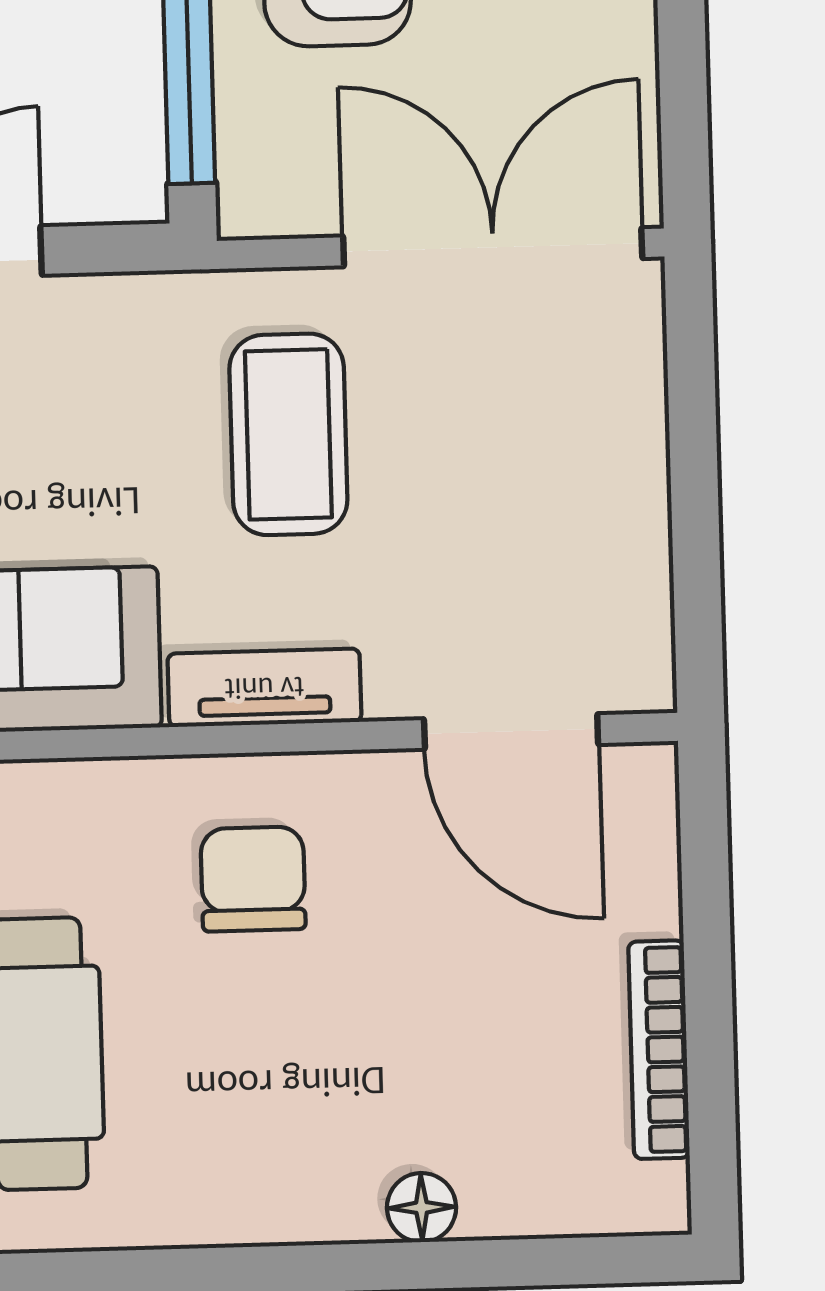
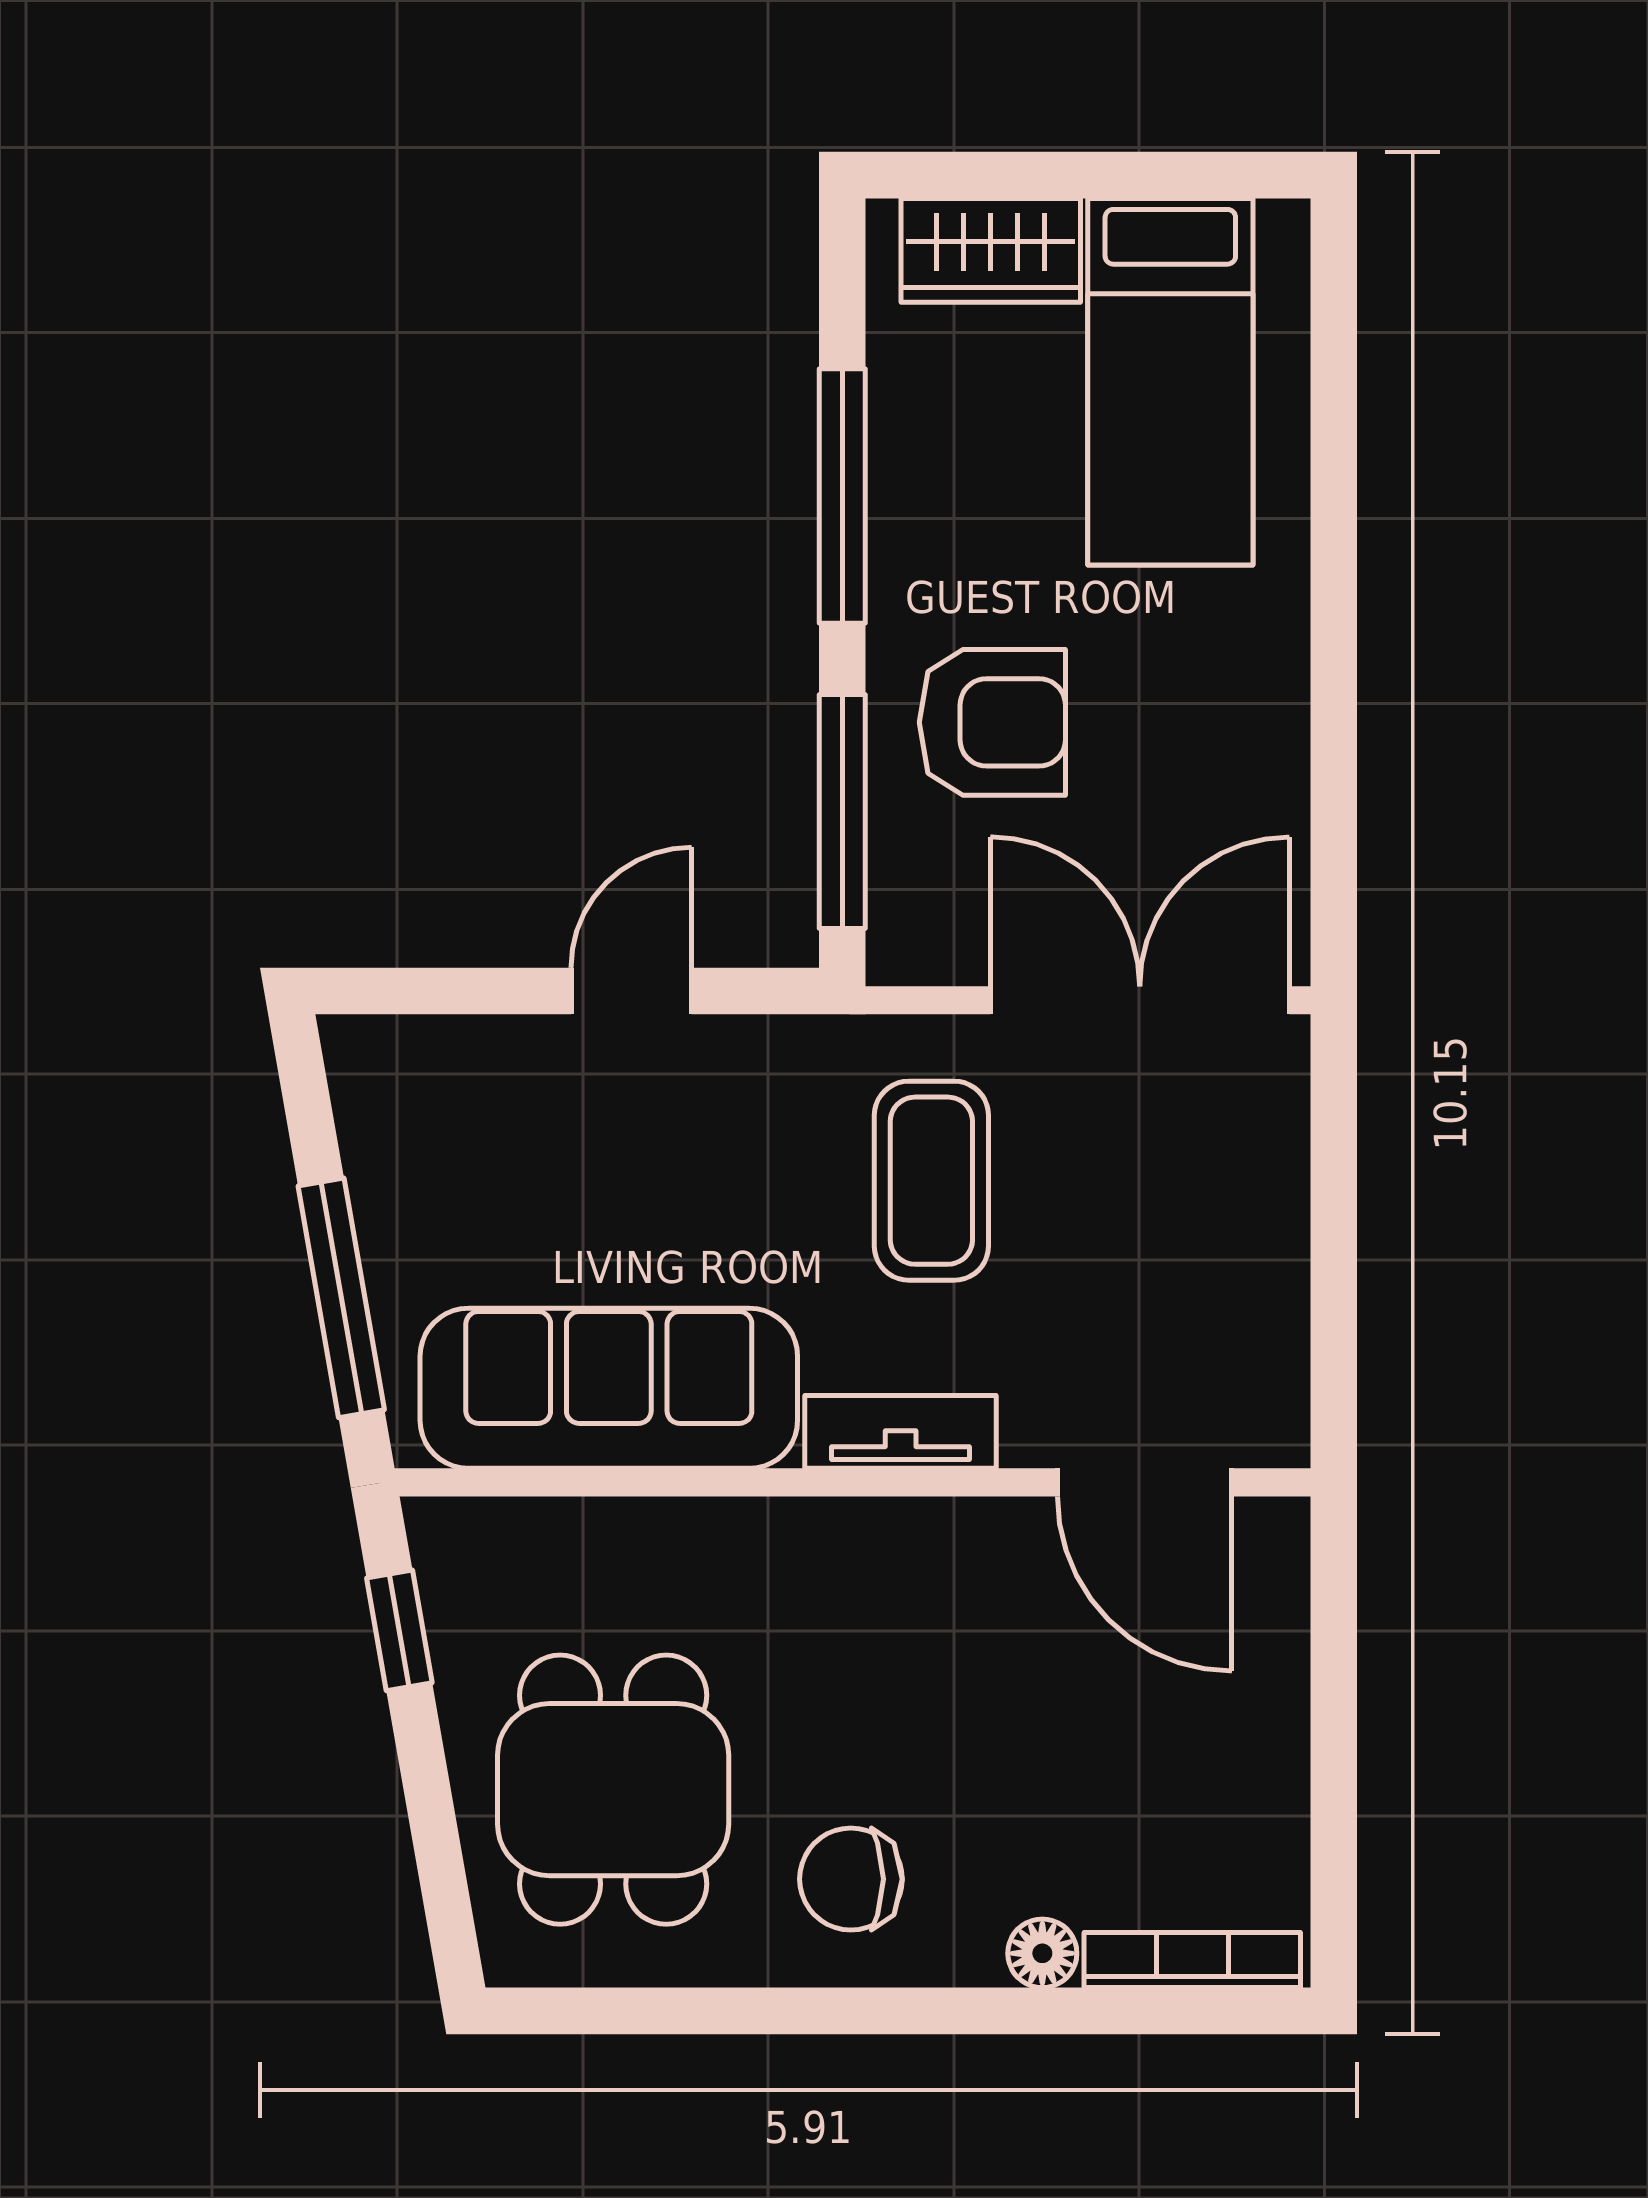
chair: (253, 879) -> (851, 1879), moved, turned -90
bookcase: (659, 1050) -> (1192, 1960), moved, turned 90

